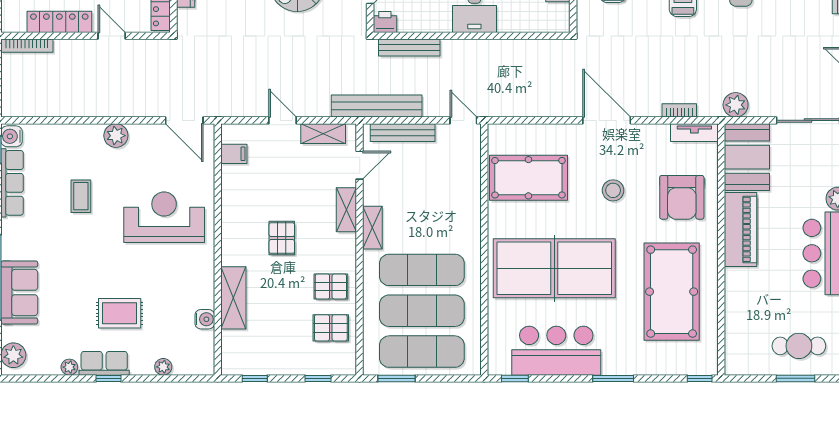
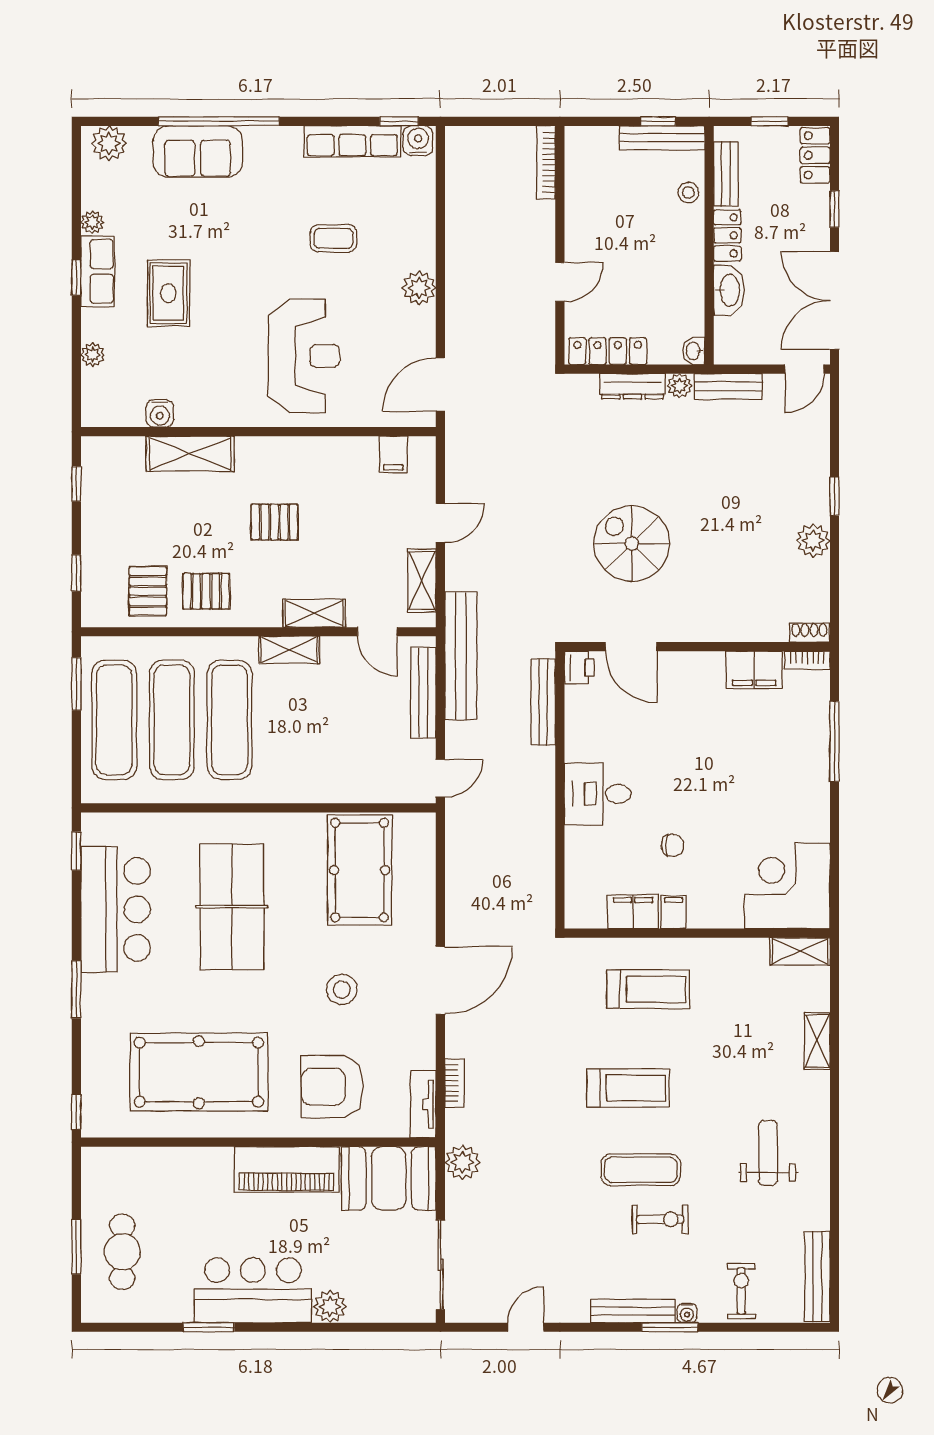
locker: (59, 22) -> (579, 208), removed
table tennis table: (554, 268) -> (232, 907), width x0.73, depth x0.76
pallet: (331, 286) -> (206, 591), turned 90

